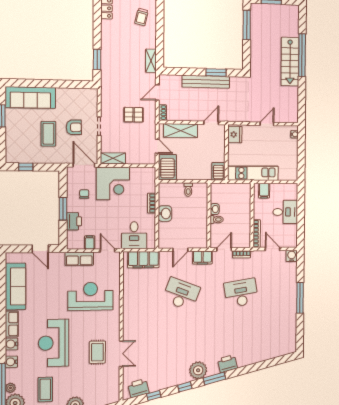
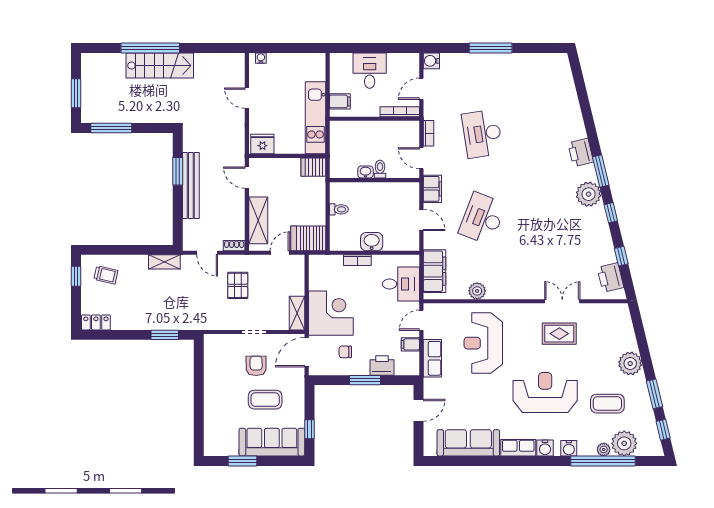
sofa: (30, 97) -> (272, 442), moved, turned -90
plant: (129, 291) -> (477, 291), added
reception desk: (54, 343) -> (545, 393), turned 180

